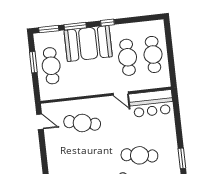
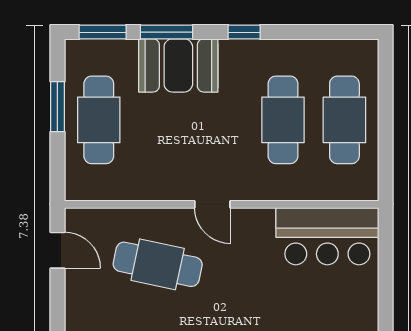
booth: (88, 43) -> (178, 65), width x0.73, depth x0.70
door: (121, 93) -> (212, 204), moved

